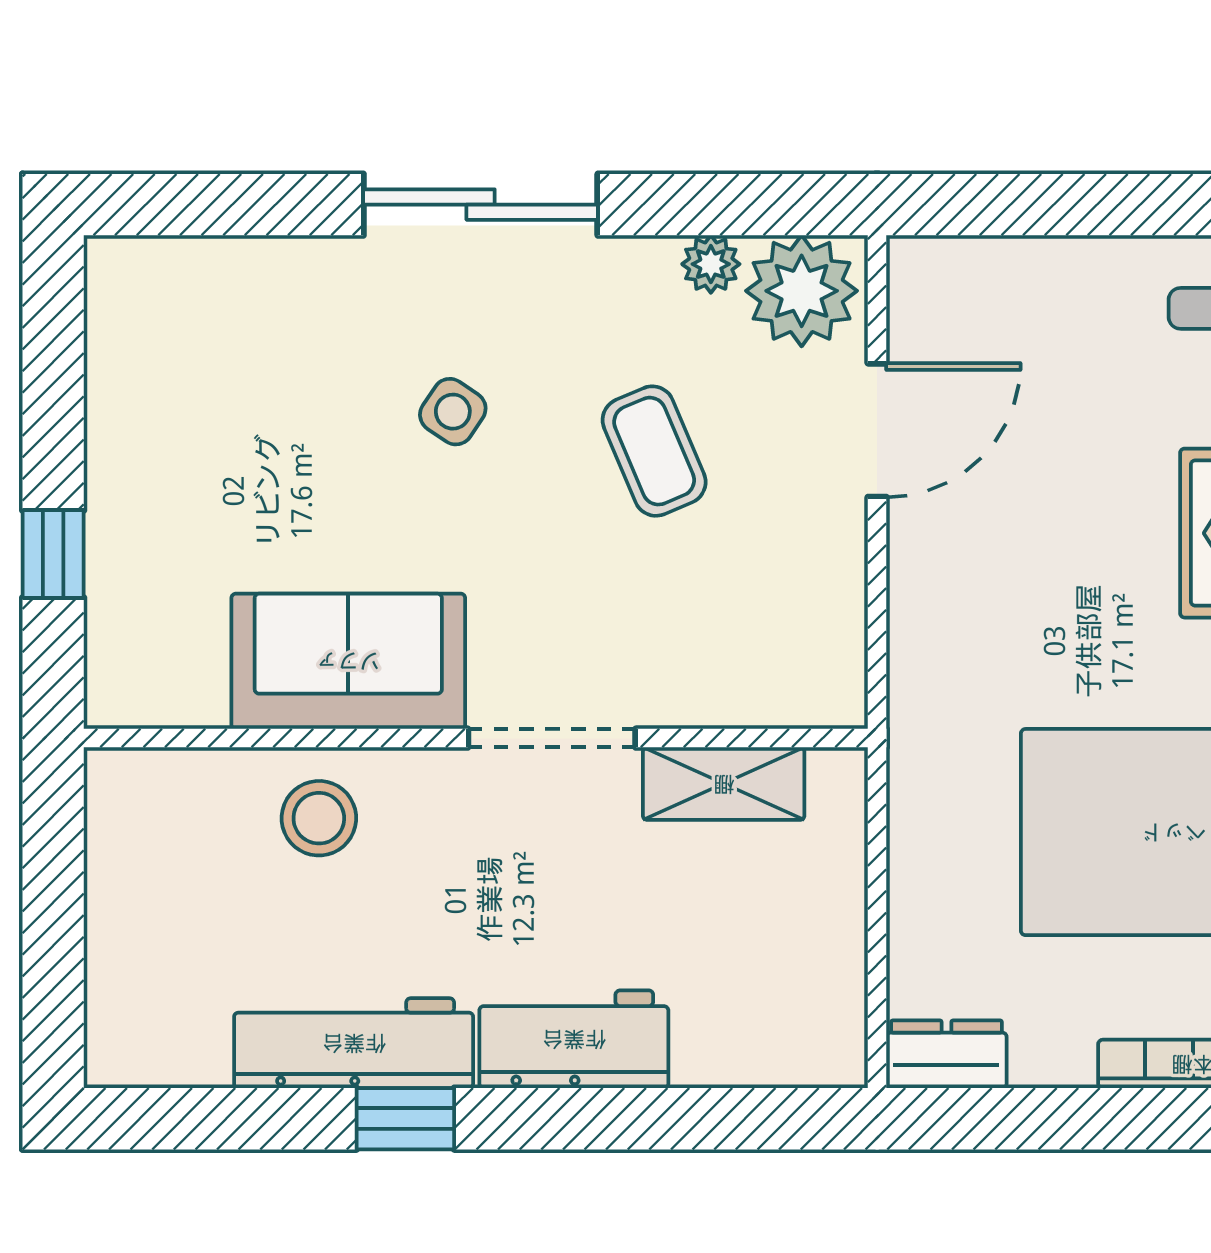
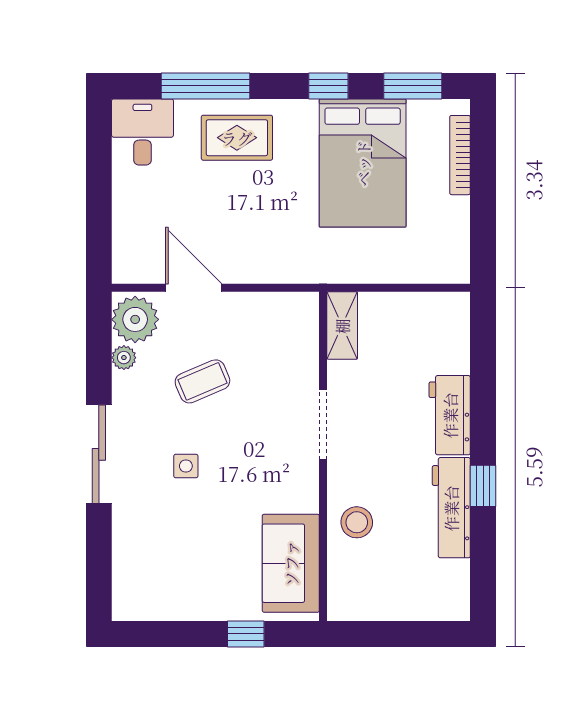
side table: (453, 412) -> (186, 466), turned -34
sofa: (348, 661) -> (291, 563), moved
shelving: (724, 784) -> (342, 326), moved
dresser: (946, 1054) -> (456, 259), removed

